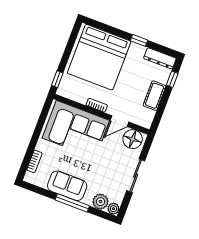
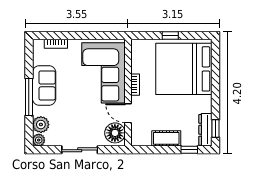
window: (139, 40) -> (215, 128), moved
window: (57, 79) -> (170, 36), moved

